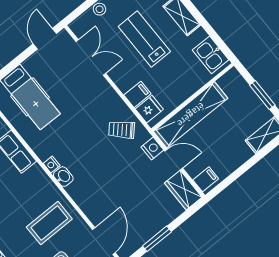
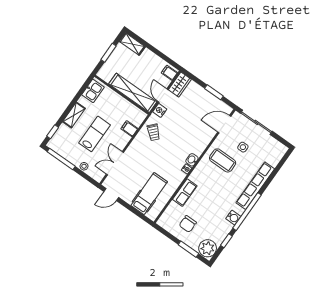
lab bench: (144, 39) -> (95, 134), turned 180
fridge: (149, 109) -> (136, 119), removed

